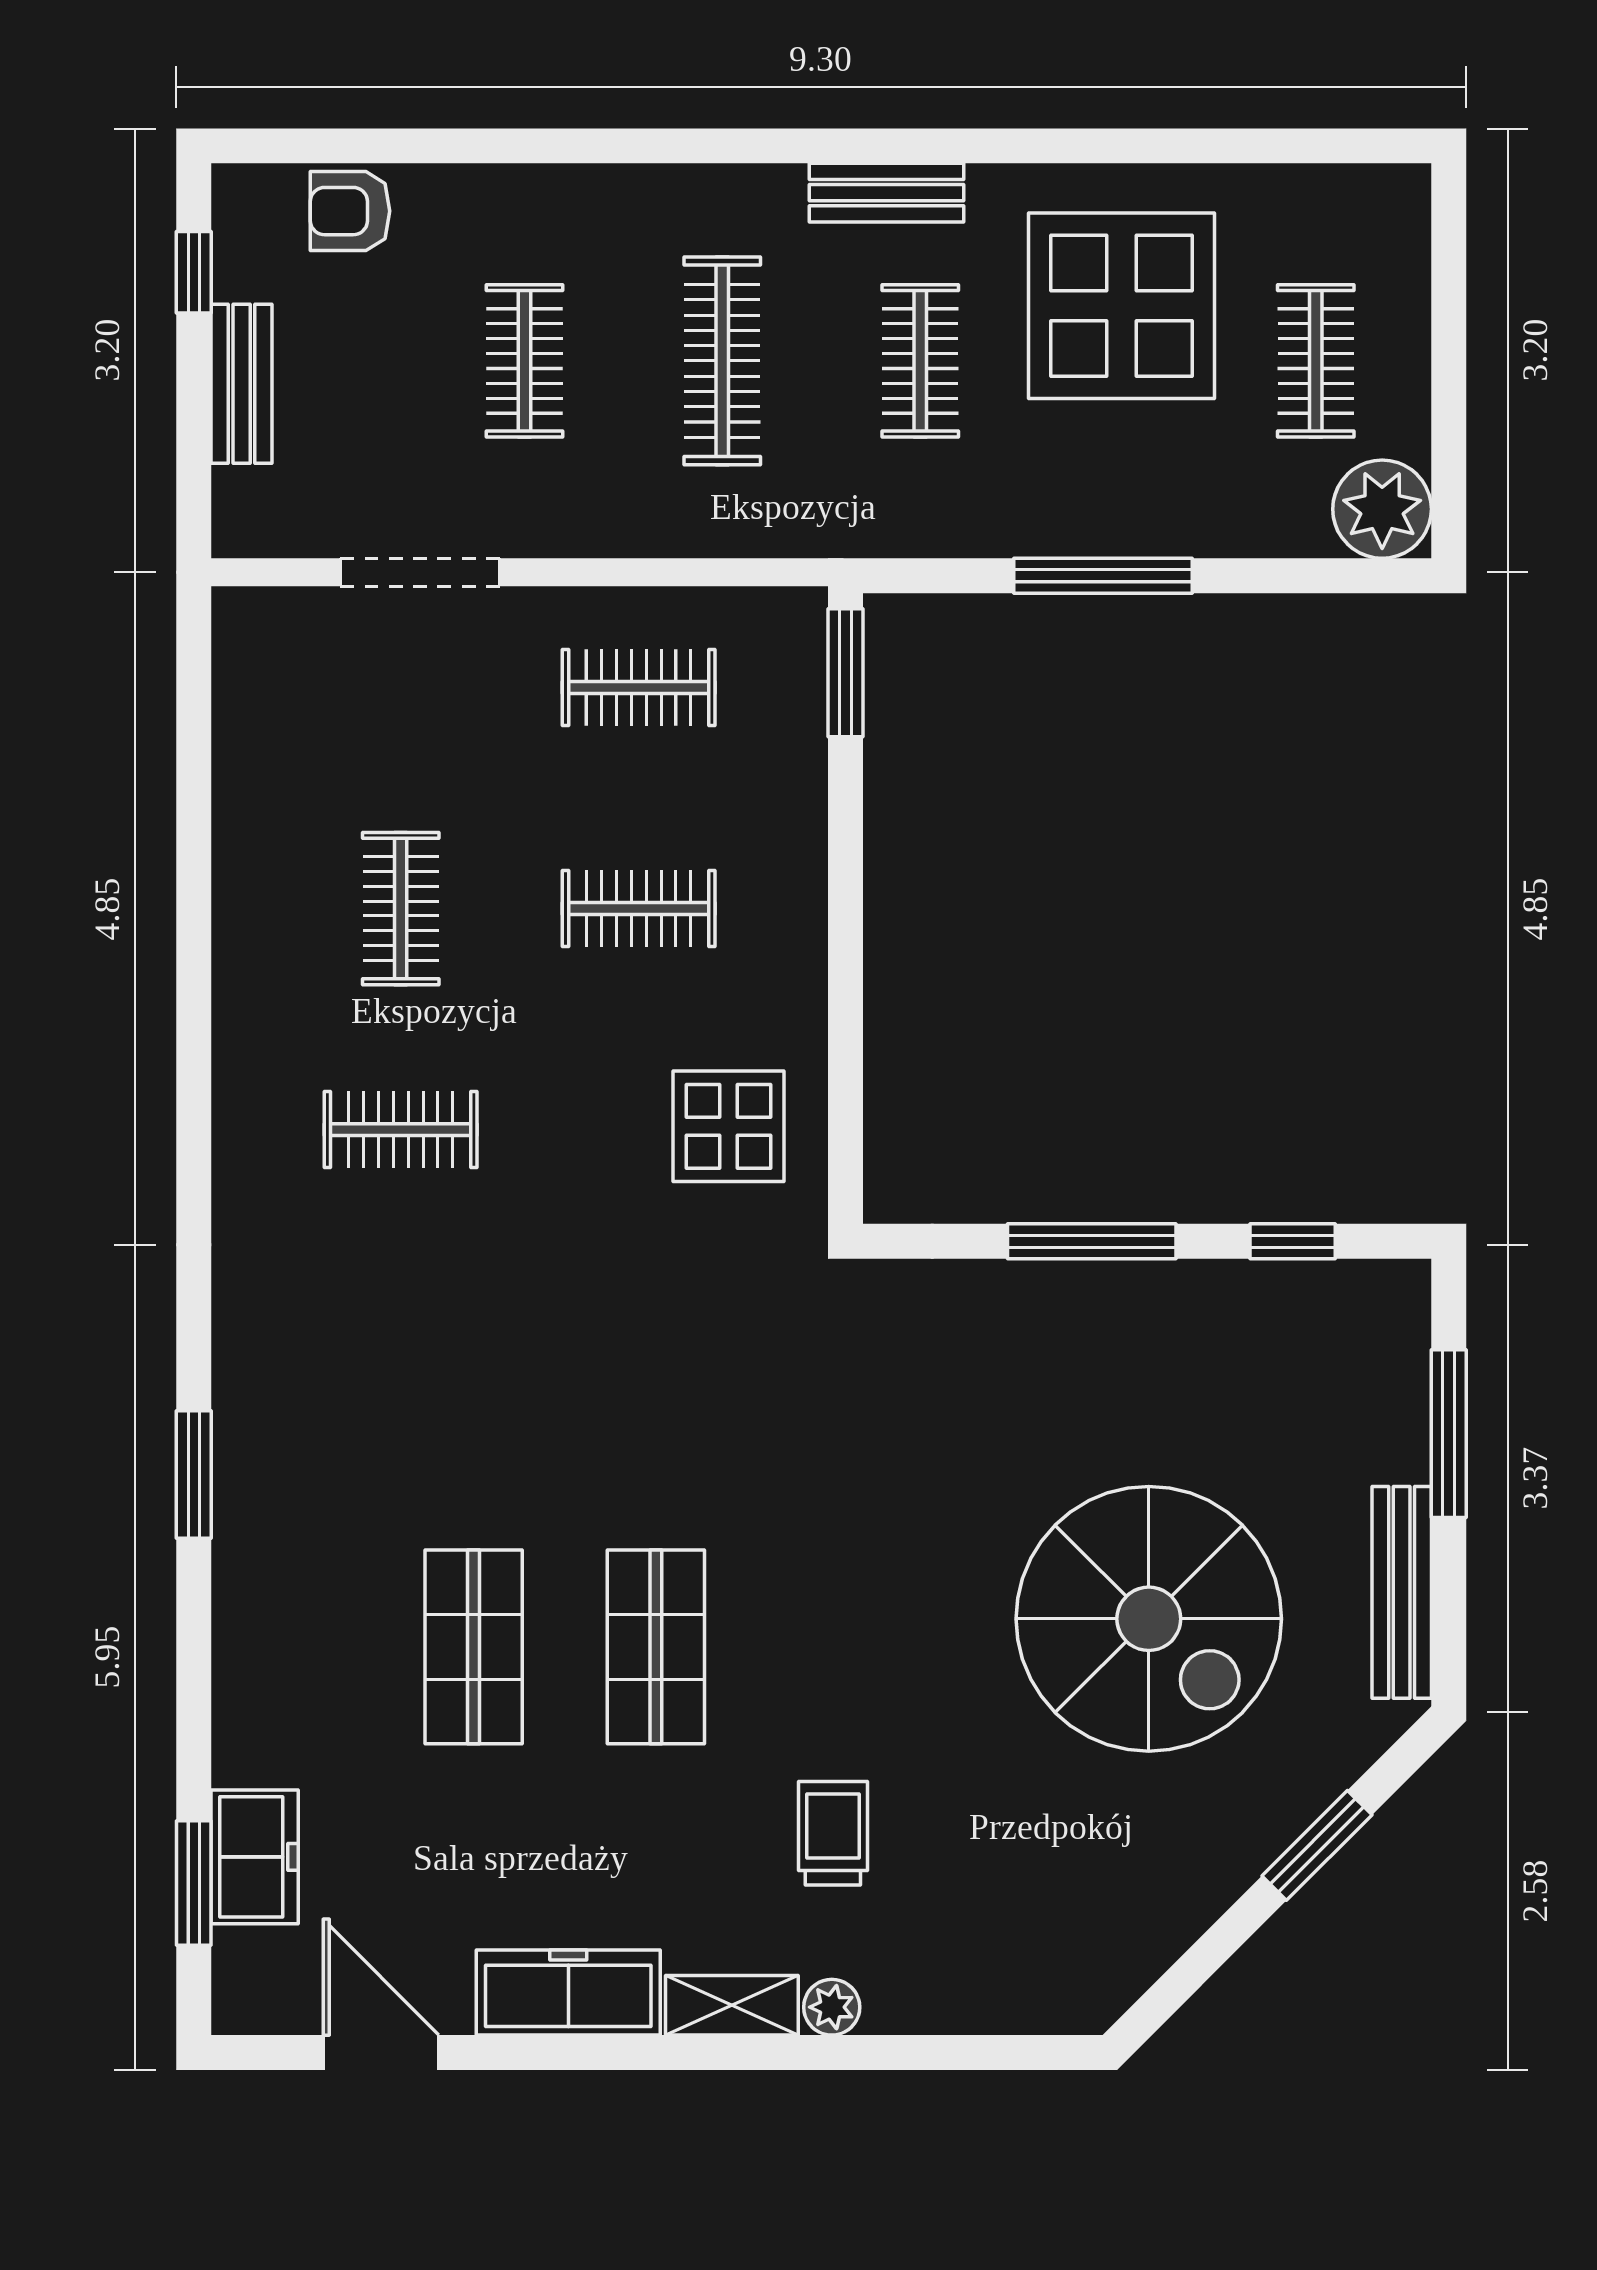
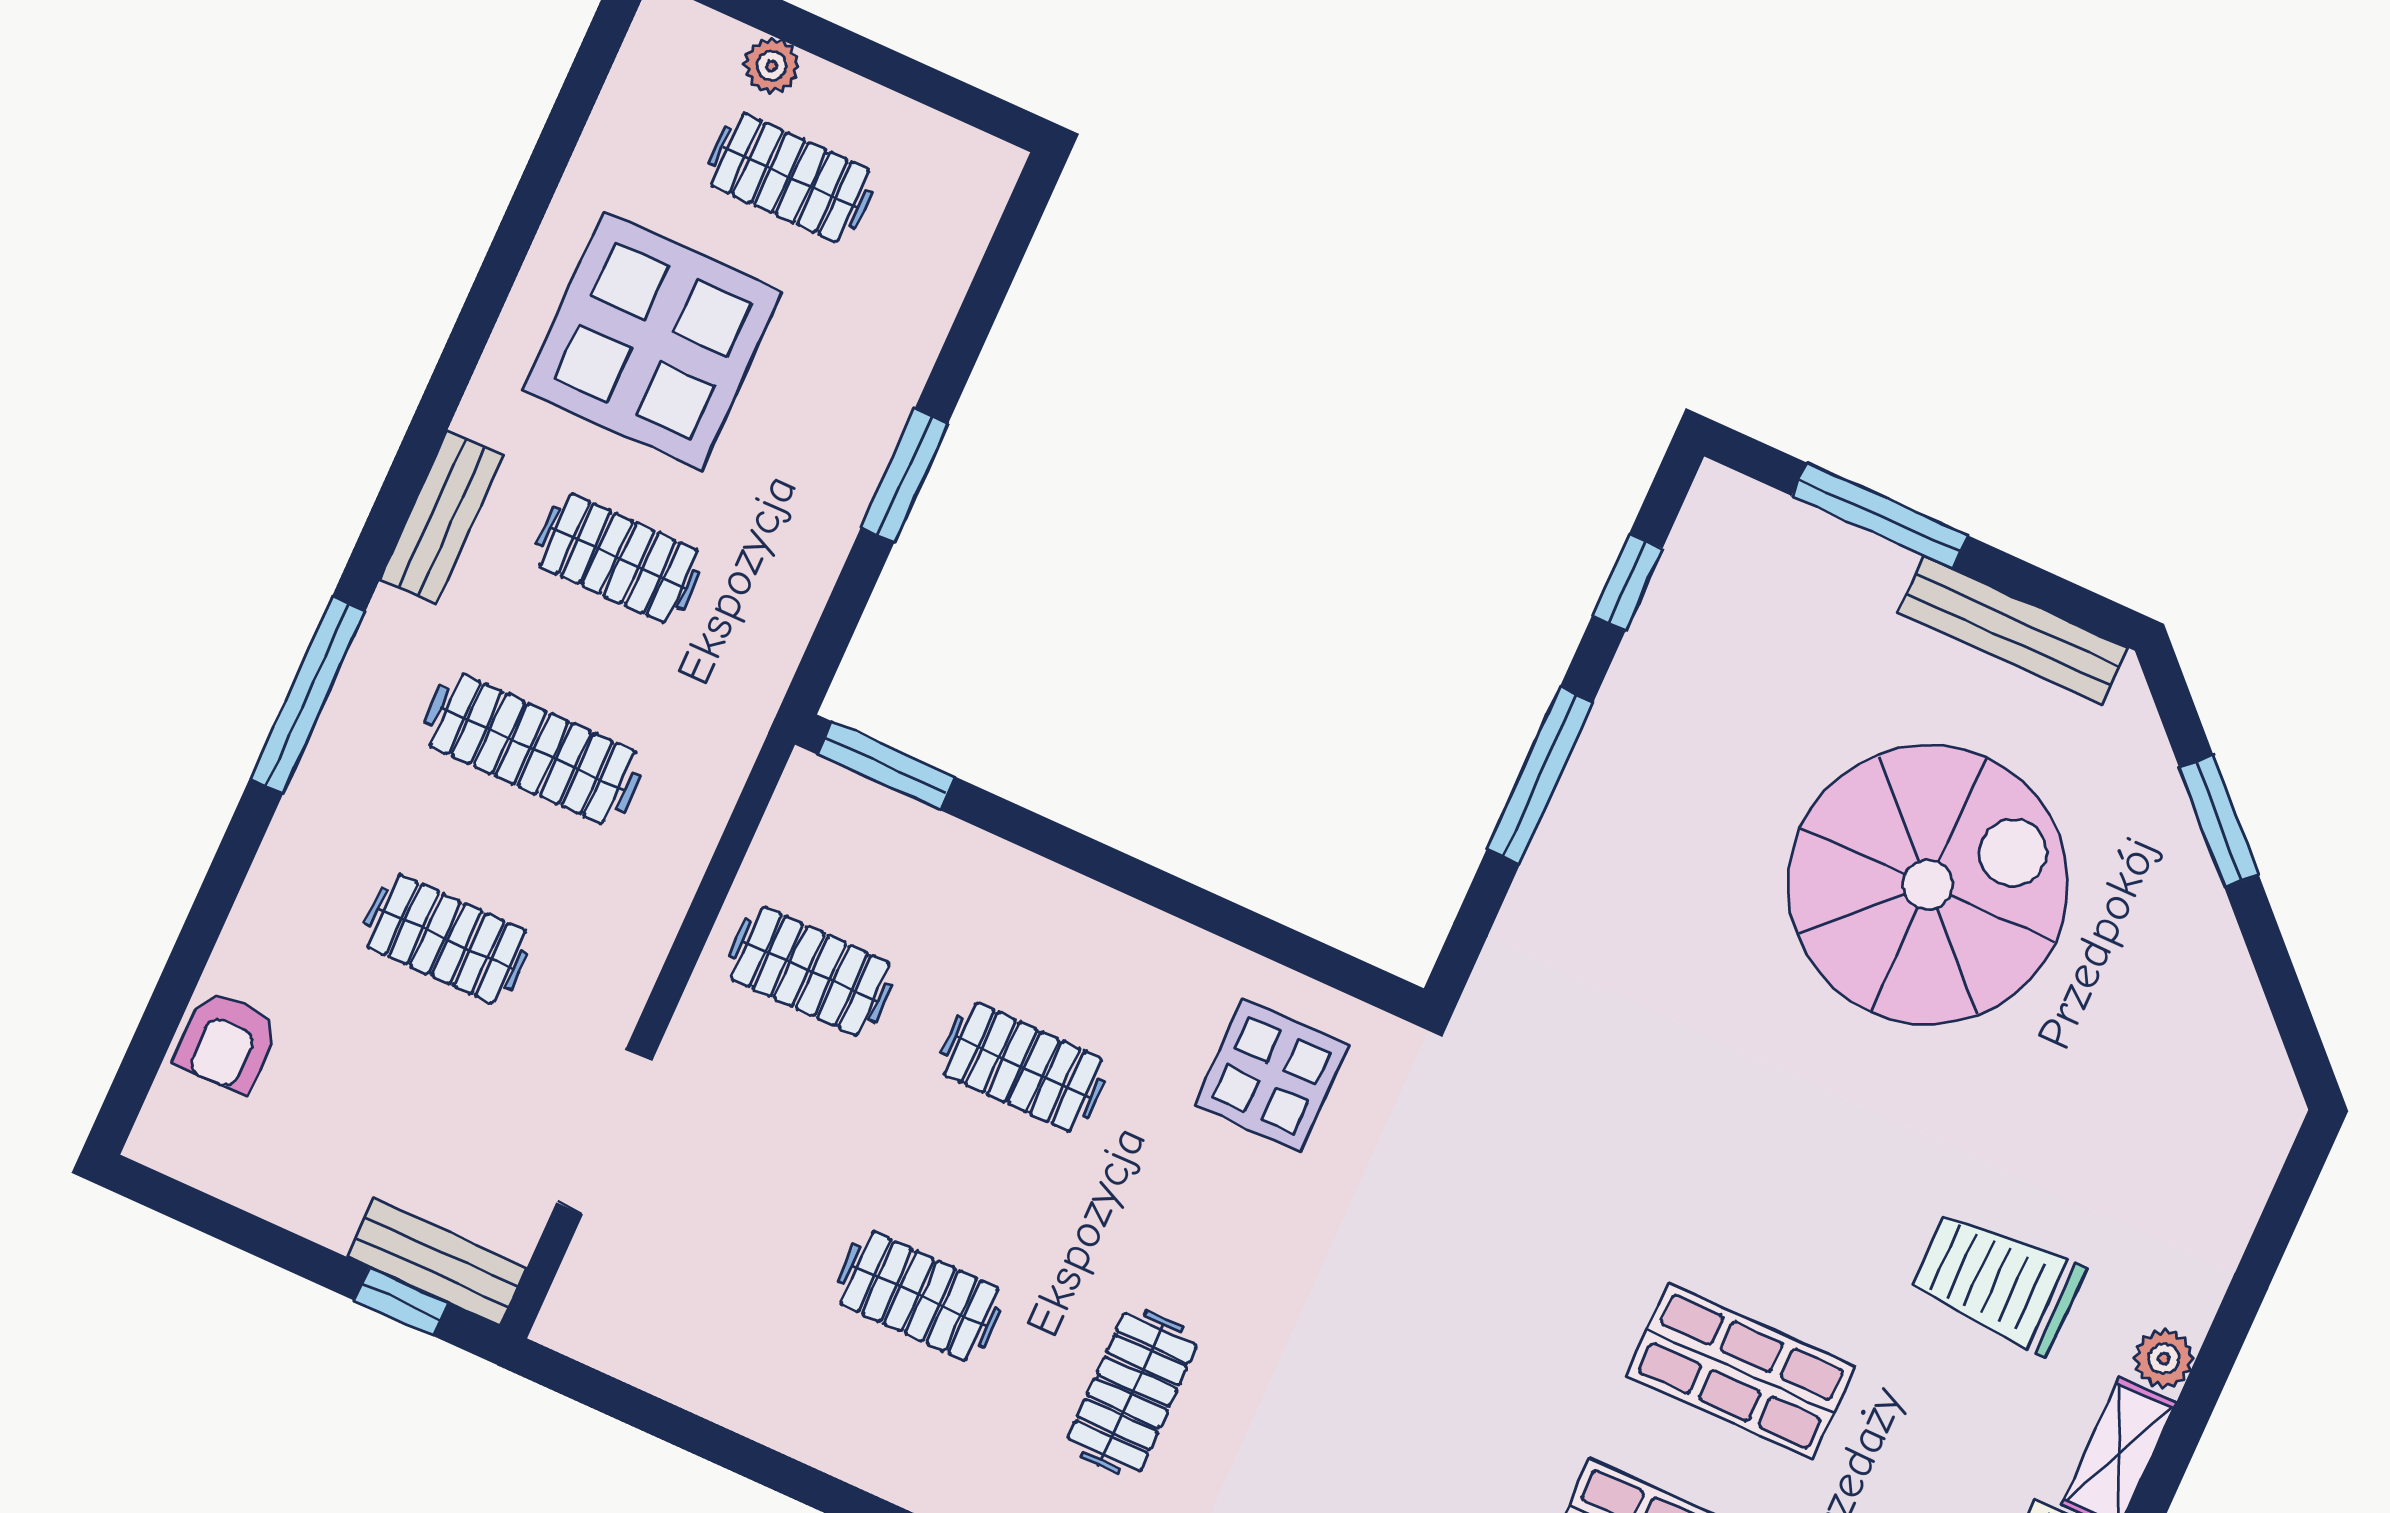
window: (681, 146) -> (307, 695), added
window: (194, 272) -> (401, 1302), moved
bench: (242, 384) -> (437, 1262), moved
plant: (1382, 509) -> (772, 66), moved, width x0.53, depth x0.53
window: (1103, 576) -> (904, 476), width x0.69
clothes rail: (639, 687) -> (810, 971), turned 90
clothes rail: (639, 909) -> (1023, 1067), turned 90
trolley: (833, 1833) -> (1997, 1282), width x1.36, depth x1.39

